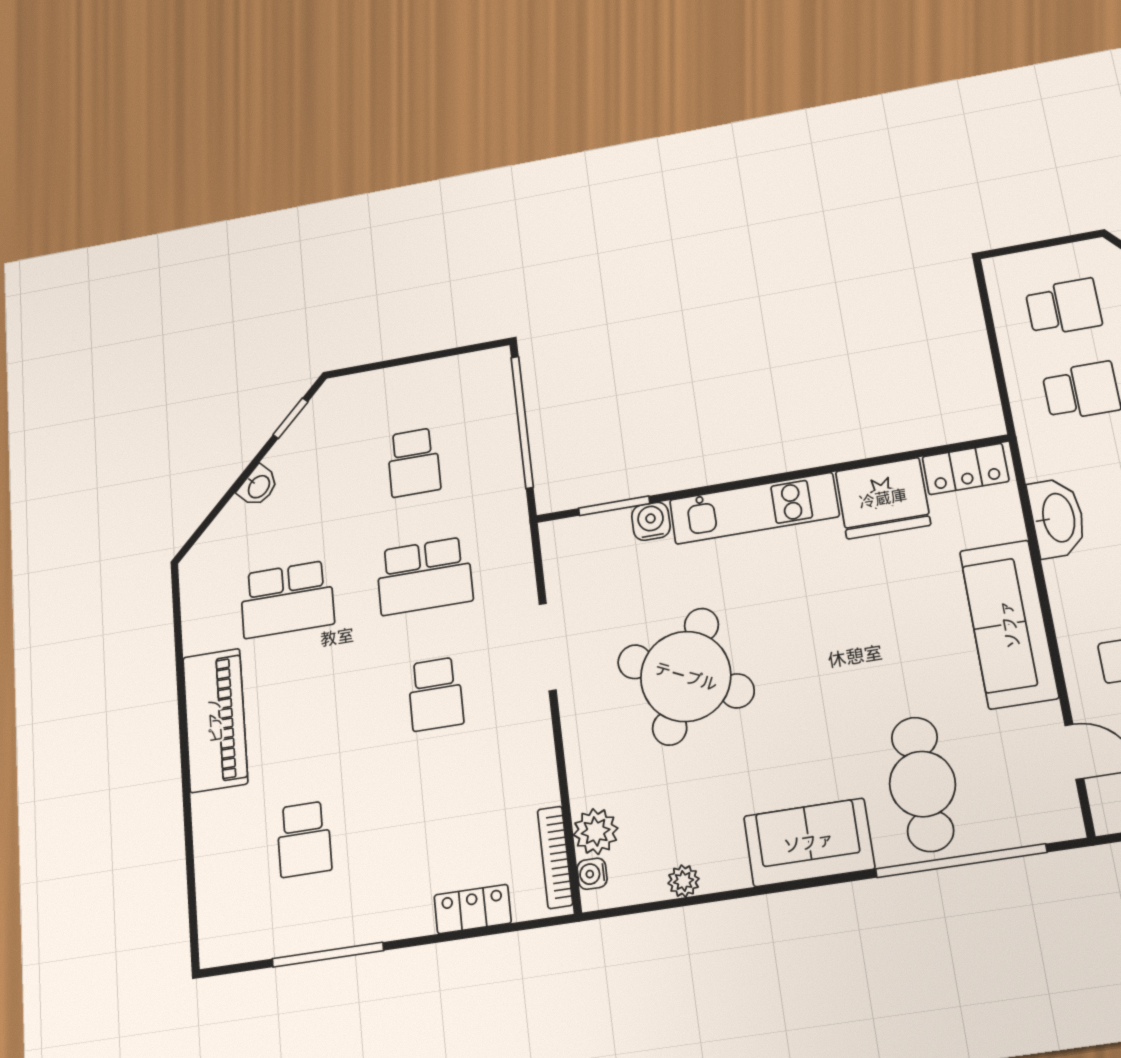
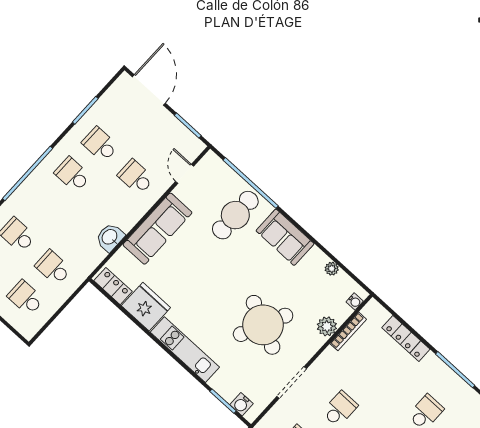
washbasin: (1057, 518) -> (110, 237), width x0.72
water cooler: (651, 521) -> (241, 404), moved
plant: (596, 831) -> (327, 326), moved
bookcase: (555, 857) -> (348, 331), moved
locker: (473, 909) -> (406, 338), width x1.53

